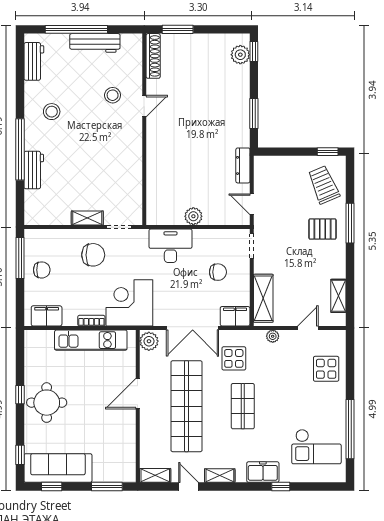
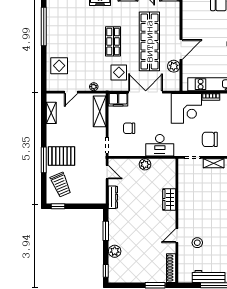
plant: (240, 55) -> (115, 251), moved
wardrobe: (156, 162) -> (169, 199), added
pallet: (322, 229) -> (61, 156), width x1.50, depth x1.42
plant: (149, 341) -> (174, 66), moved
checkout: (316, 447) -> (65, 15), removed

